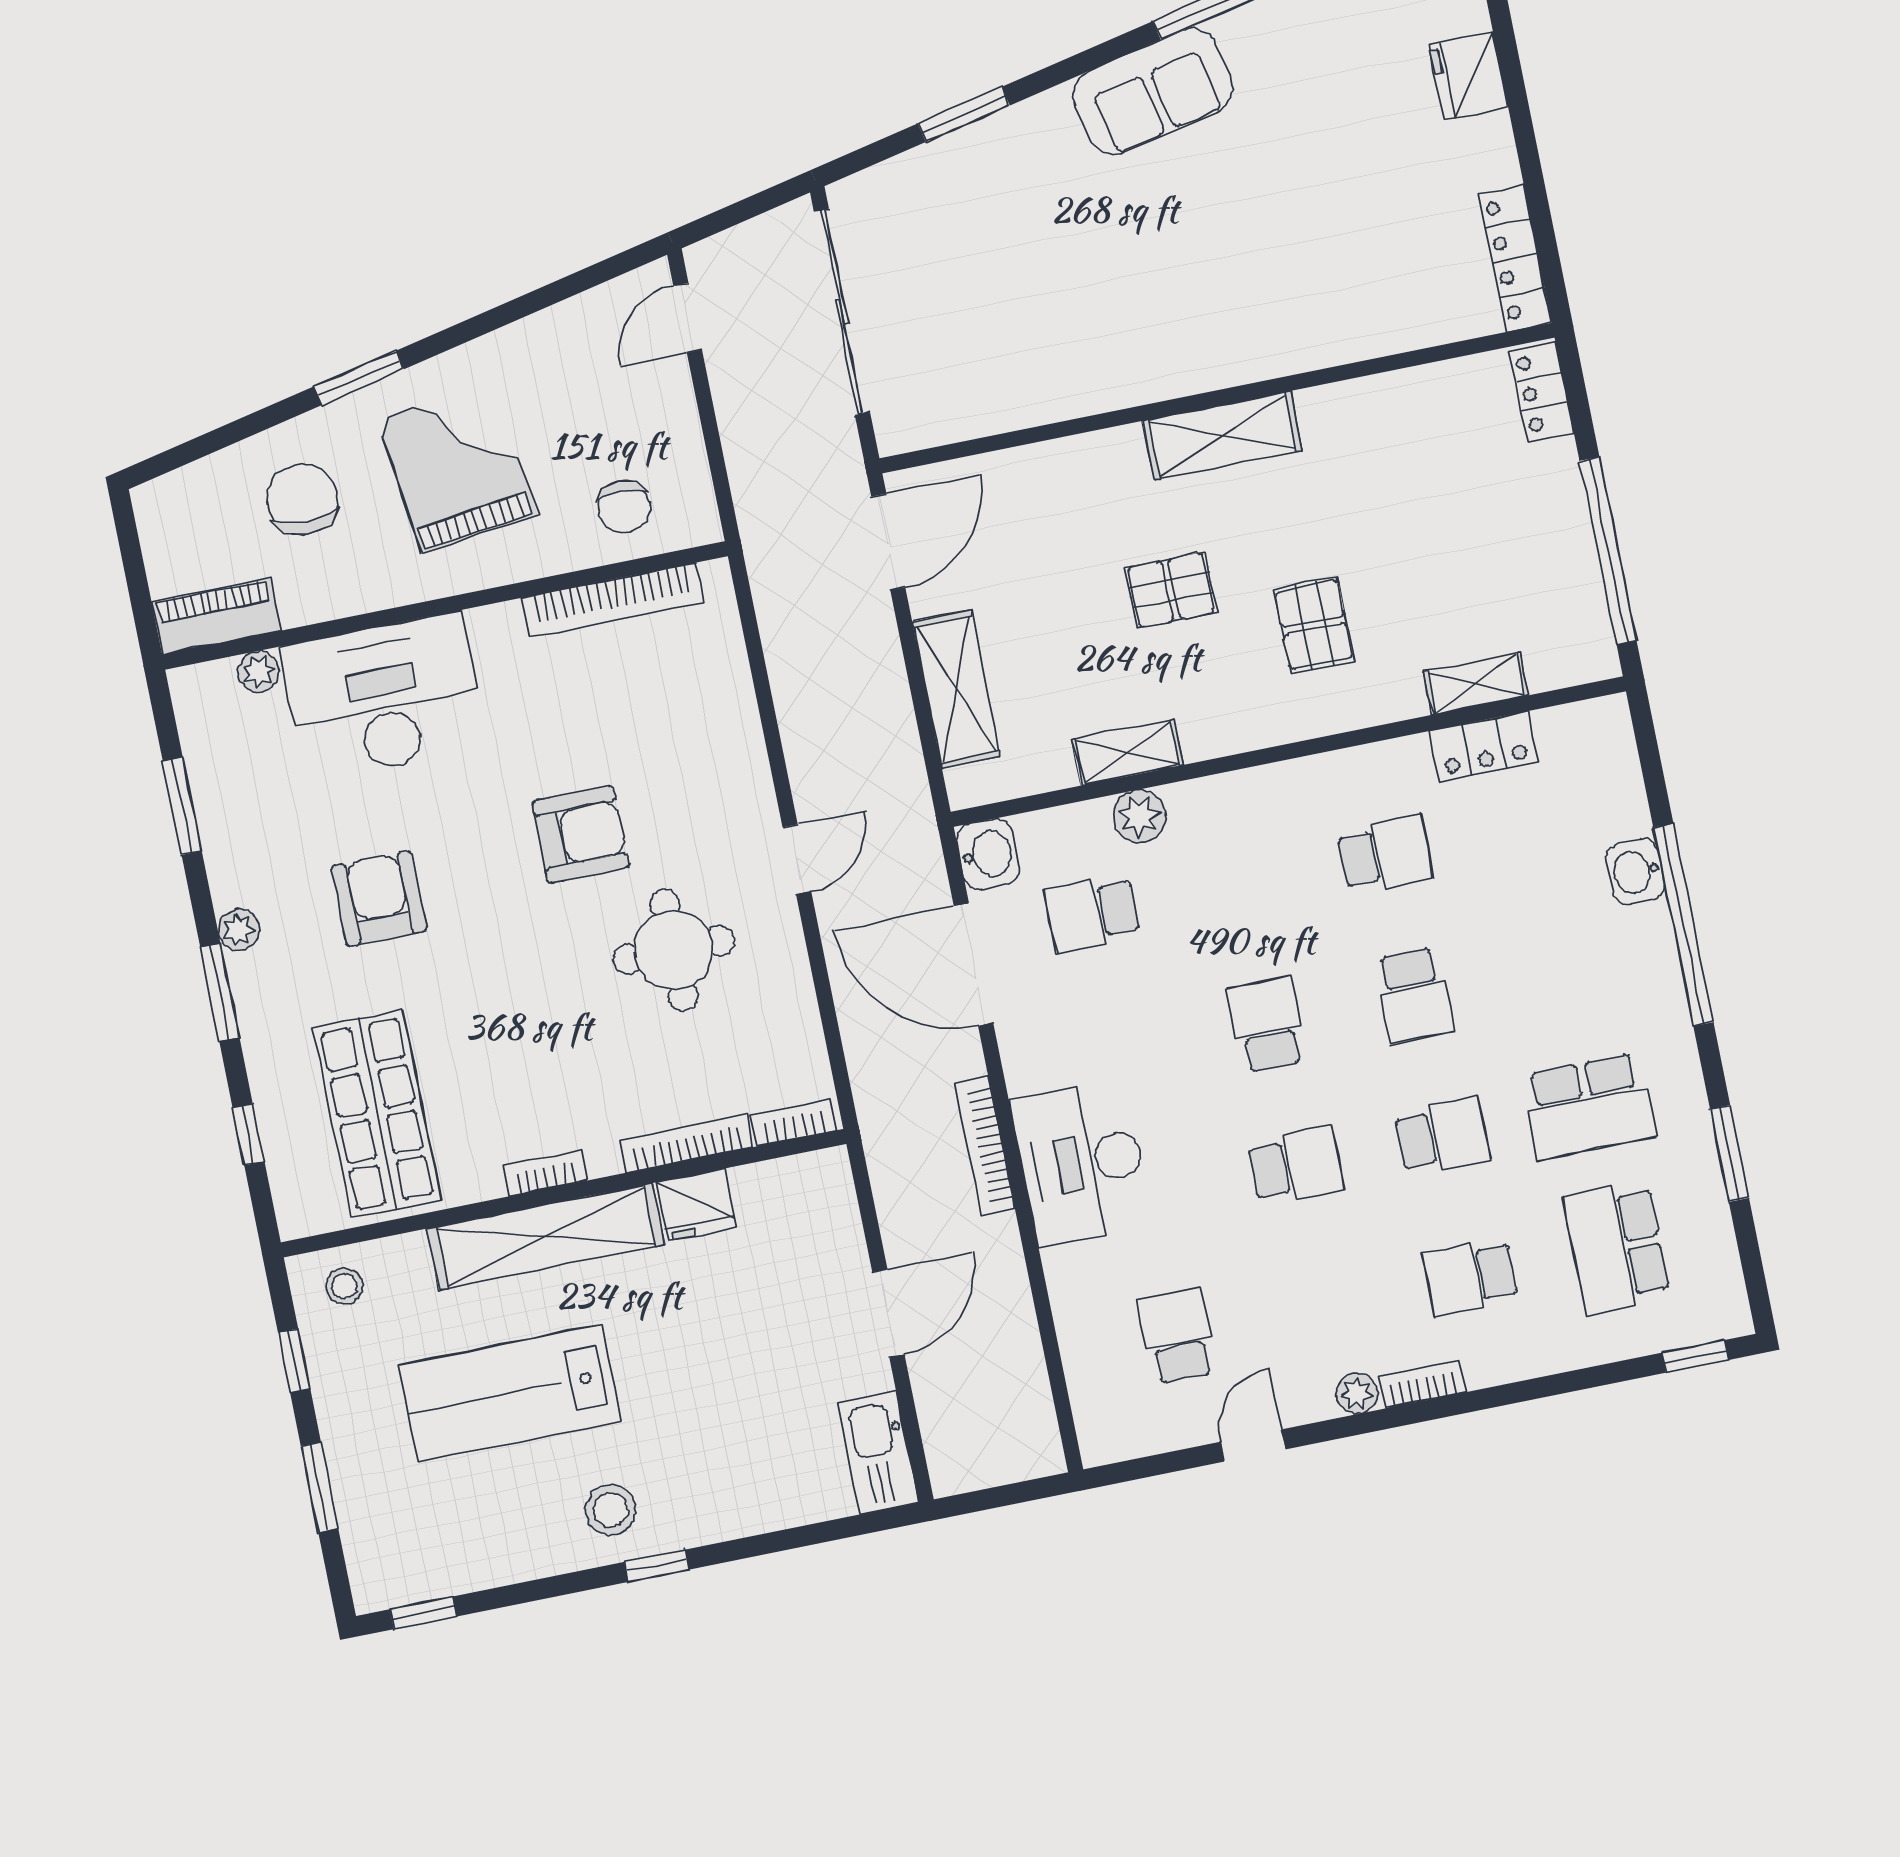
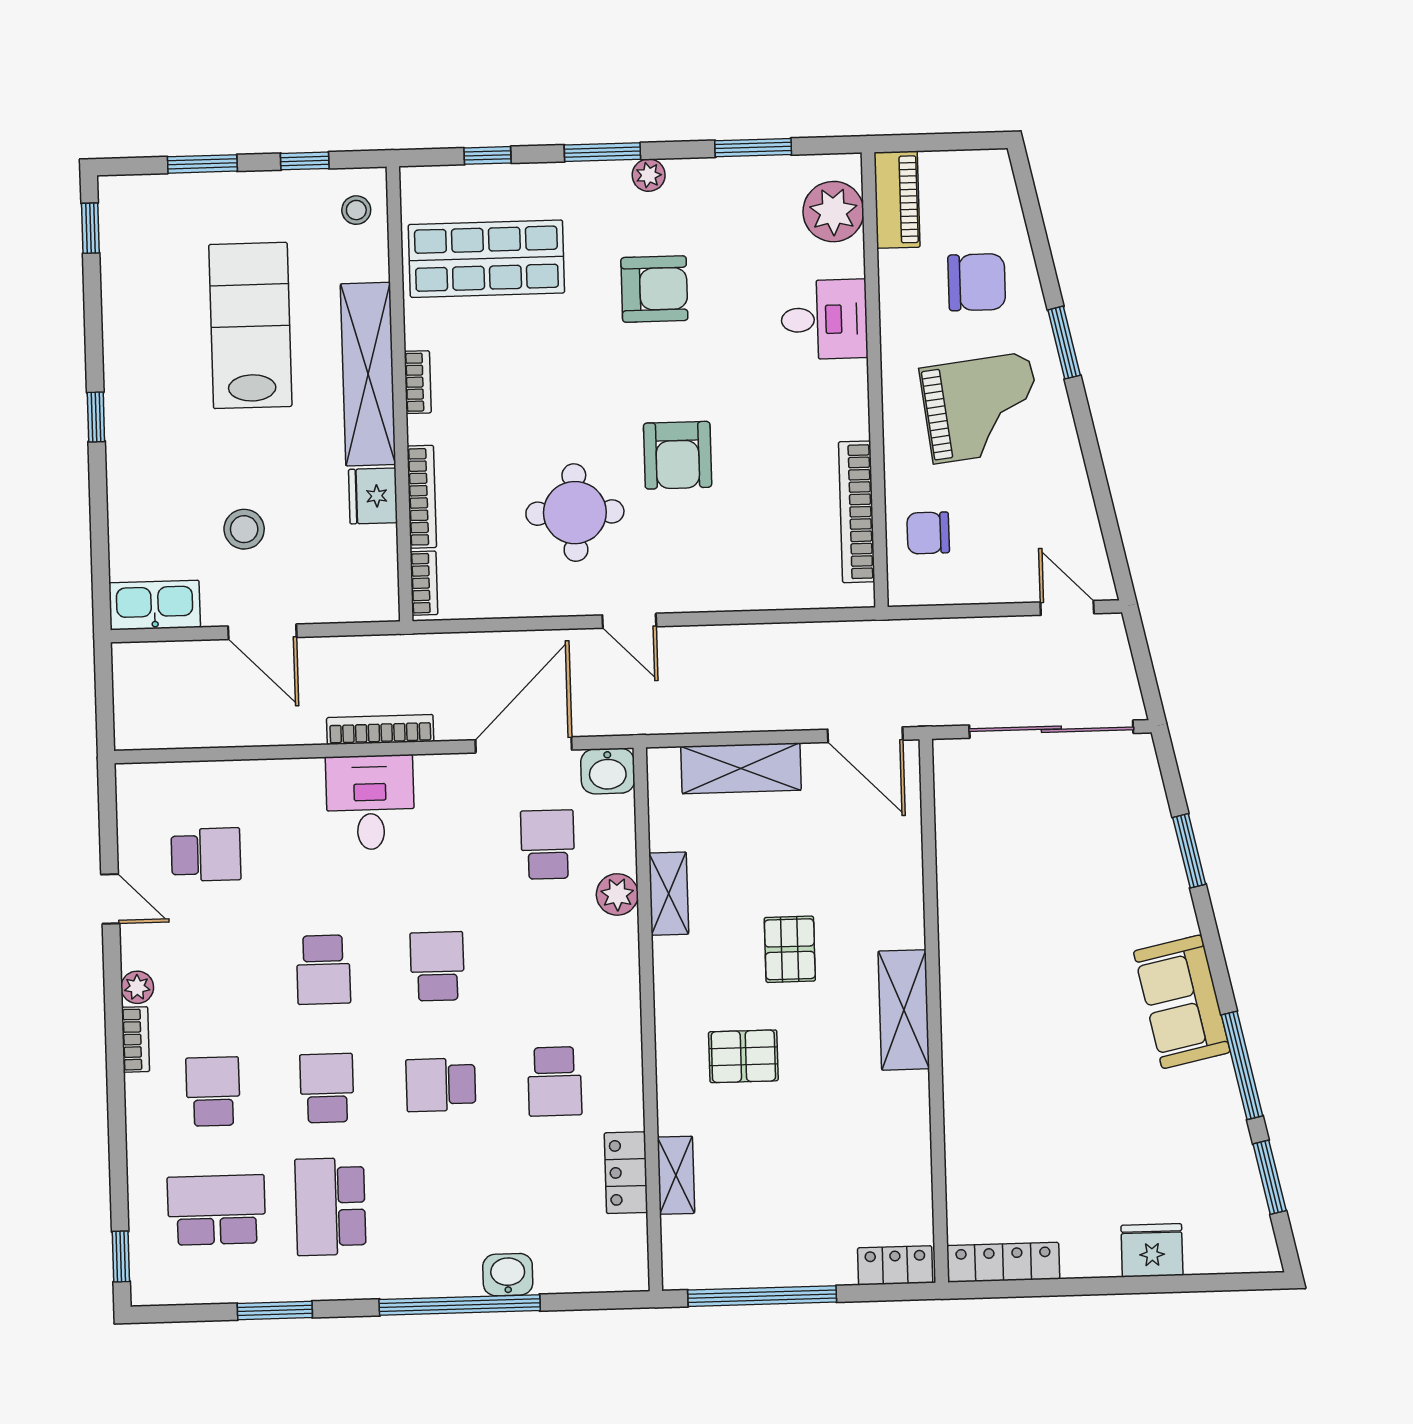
plant: (259, 672) -> (833, 212), width x1.88, depth x1.88
desk: (384, 697) -> (824, 319), width x0.53, depth x0.77
school desk: (1267, 1025) -> (437, 966), turned -90
school desk: (1442, 1136) -> (327, 1088), turned 180
desk: (1082, 1163) -> (370, 802), width x0.73
stool: (611, 1510) -> (244, 529), moved

